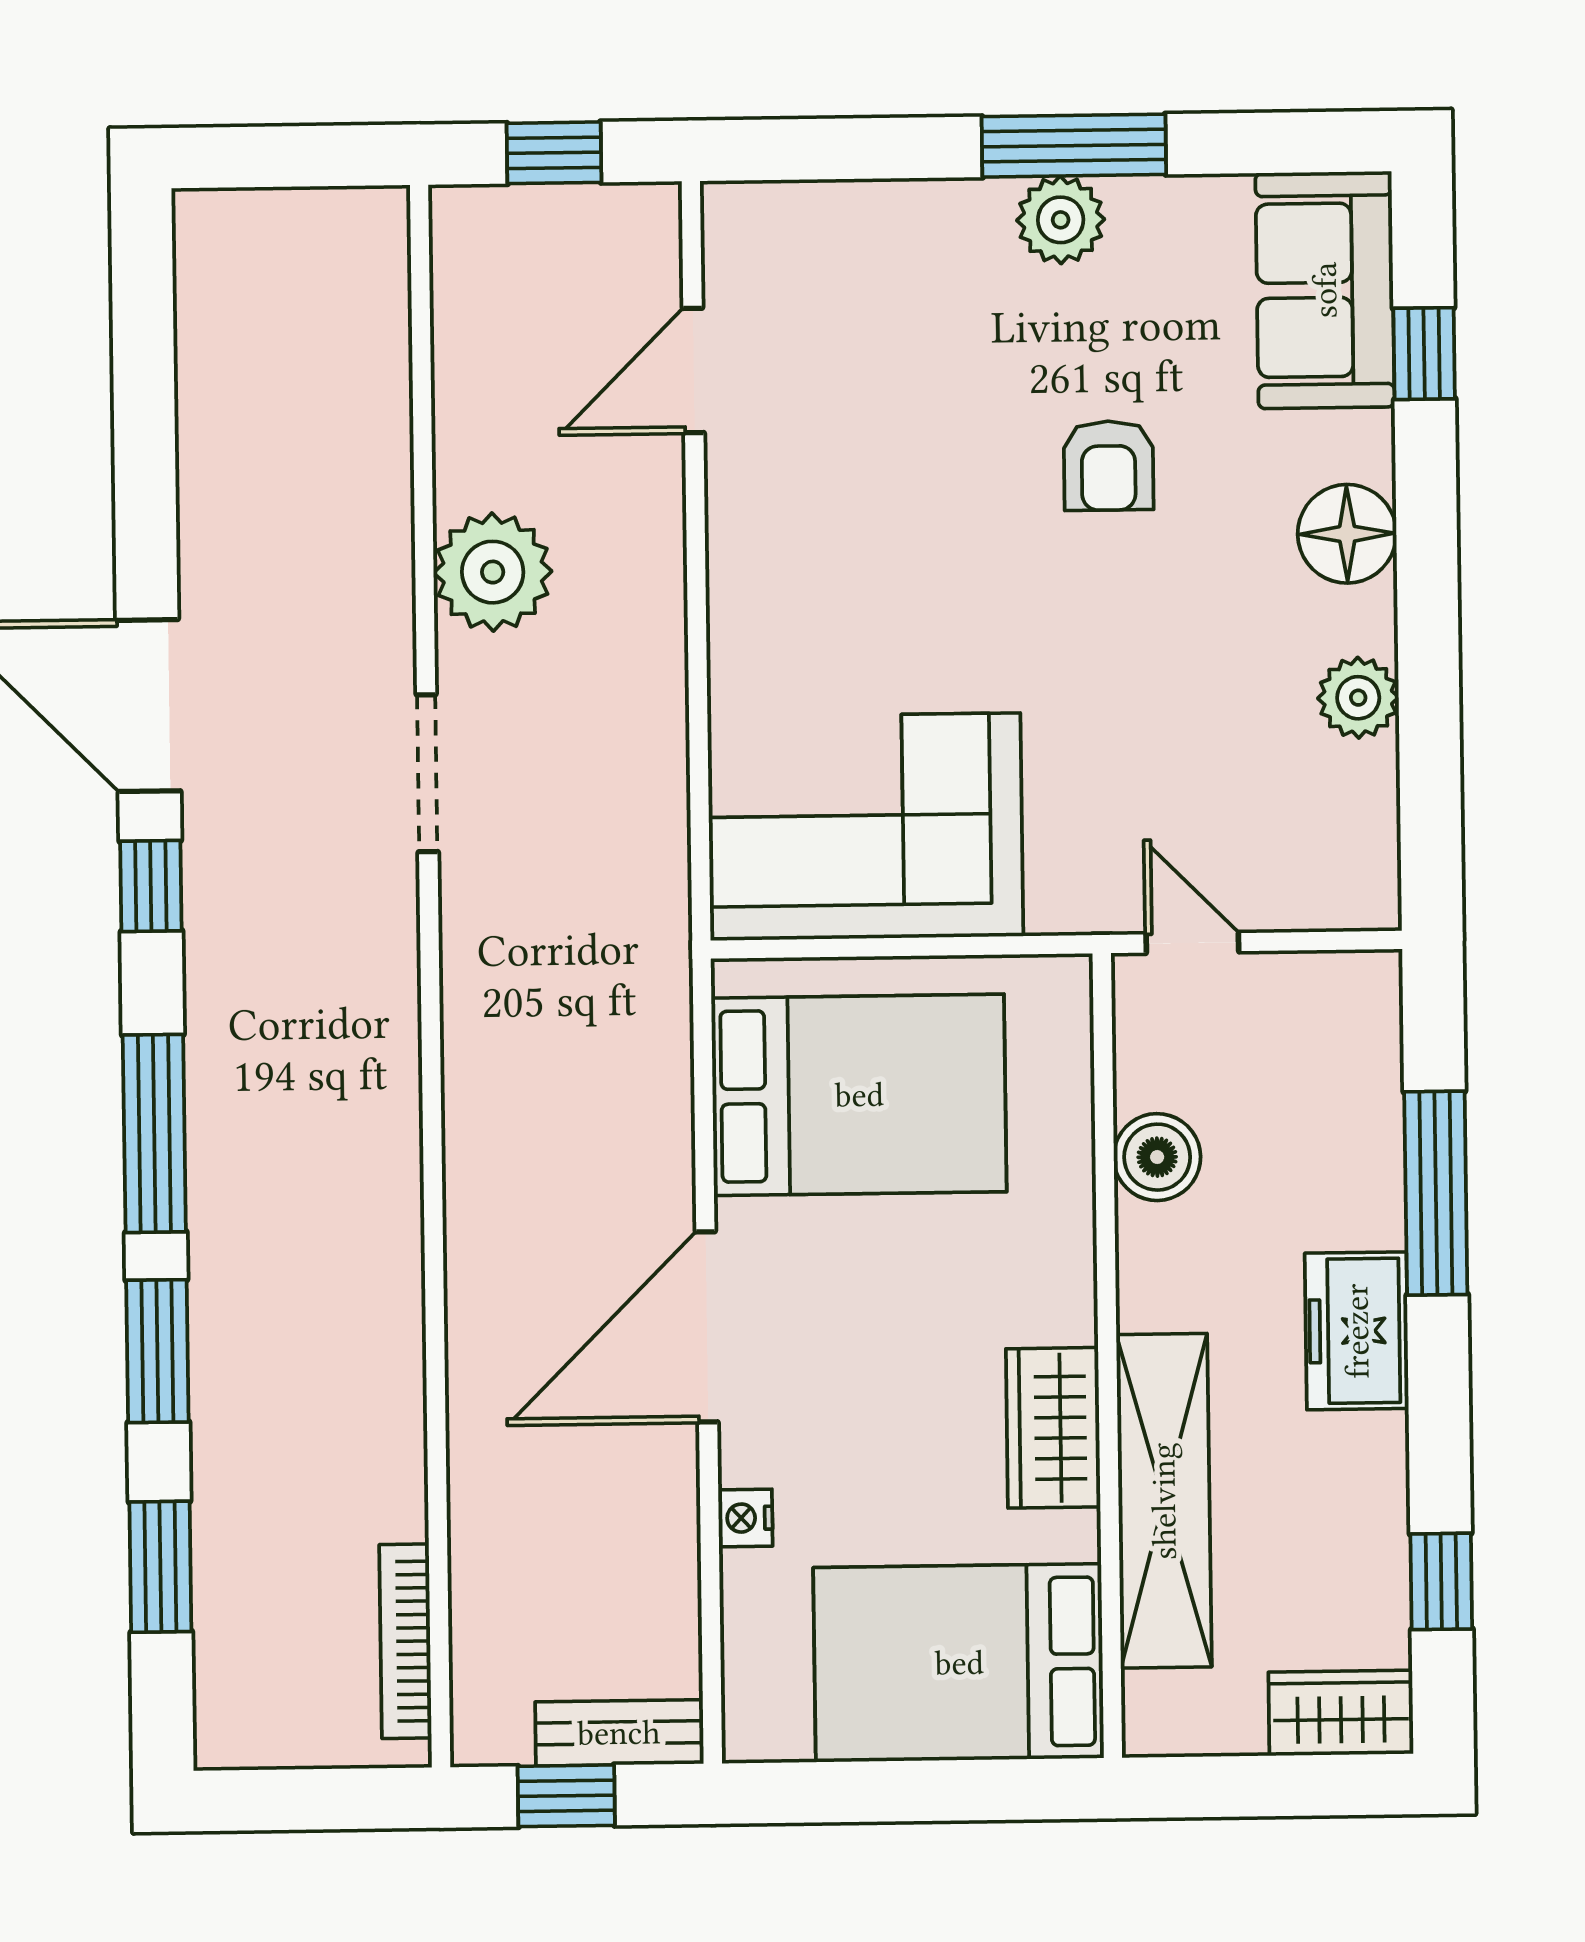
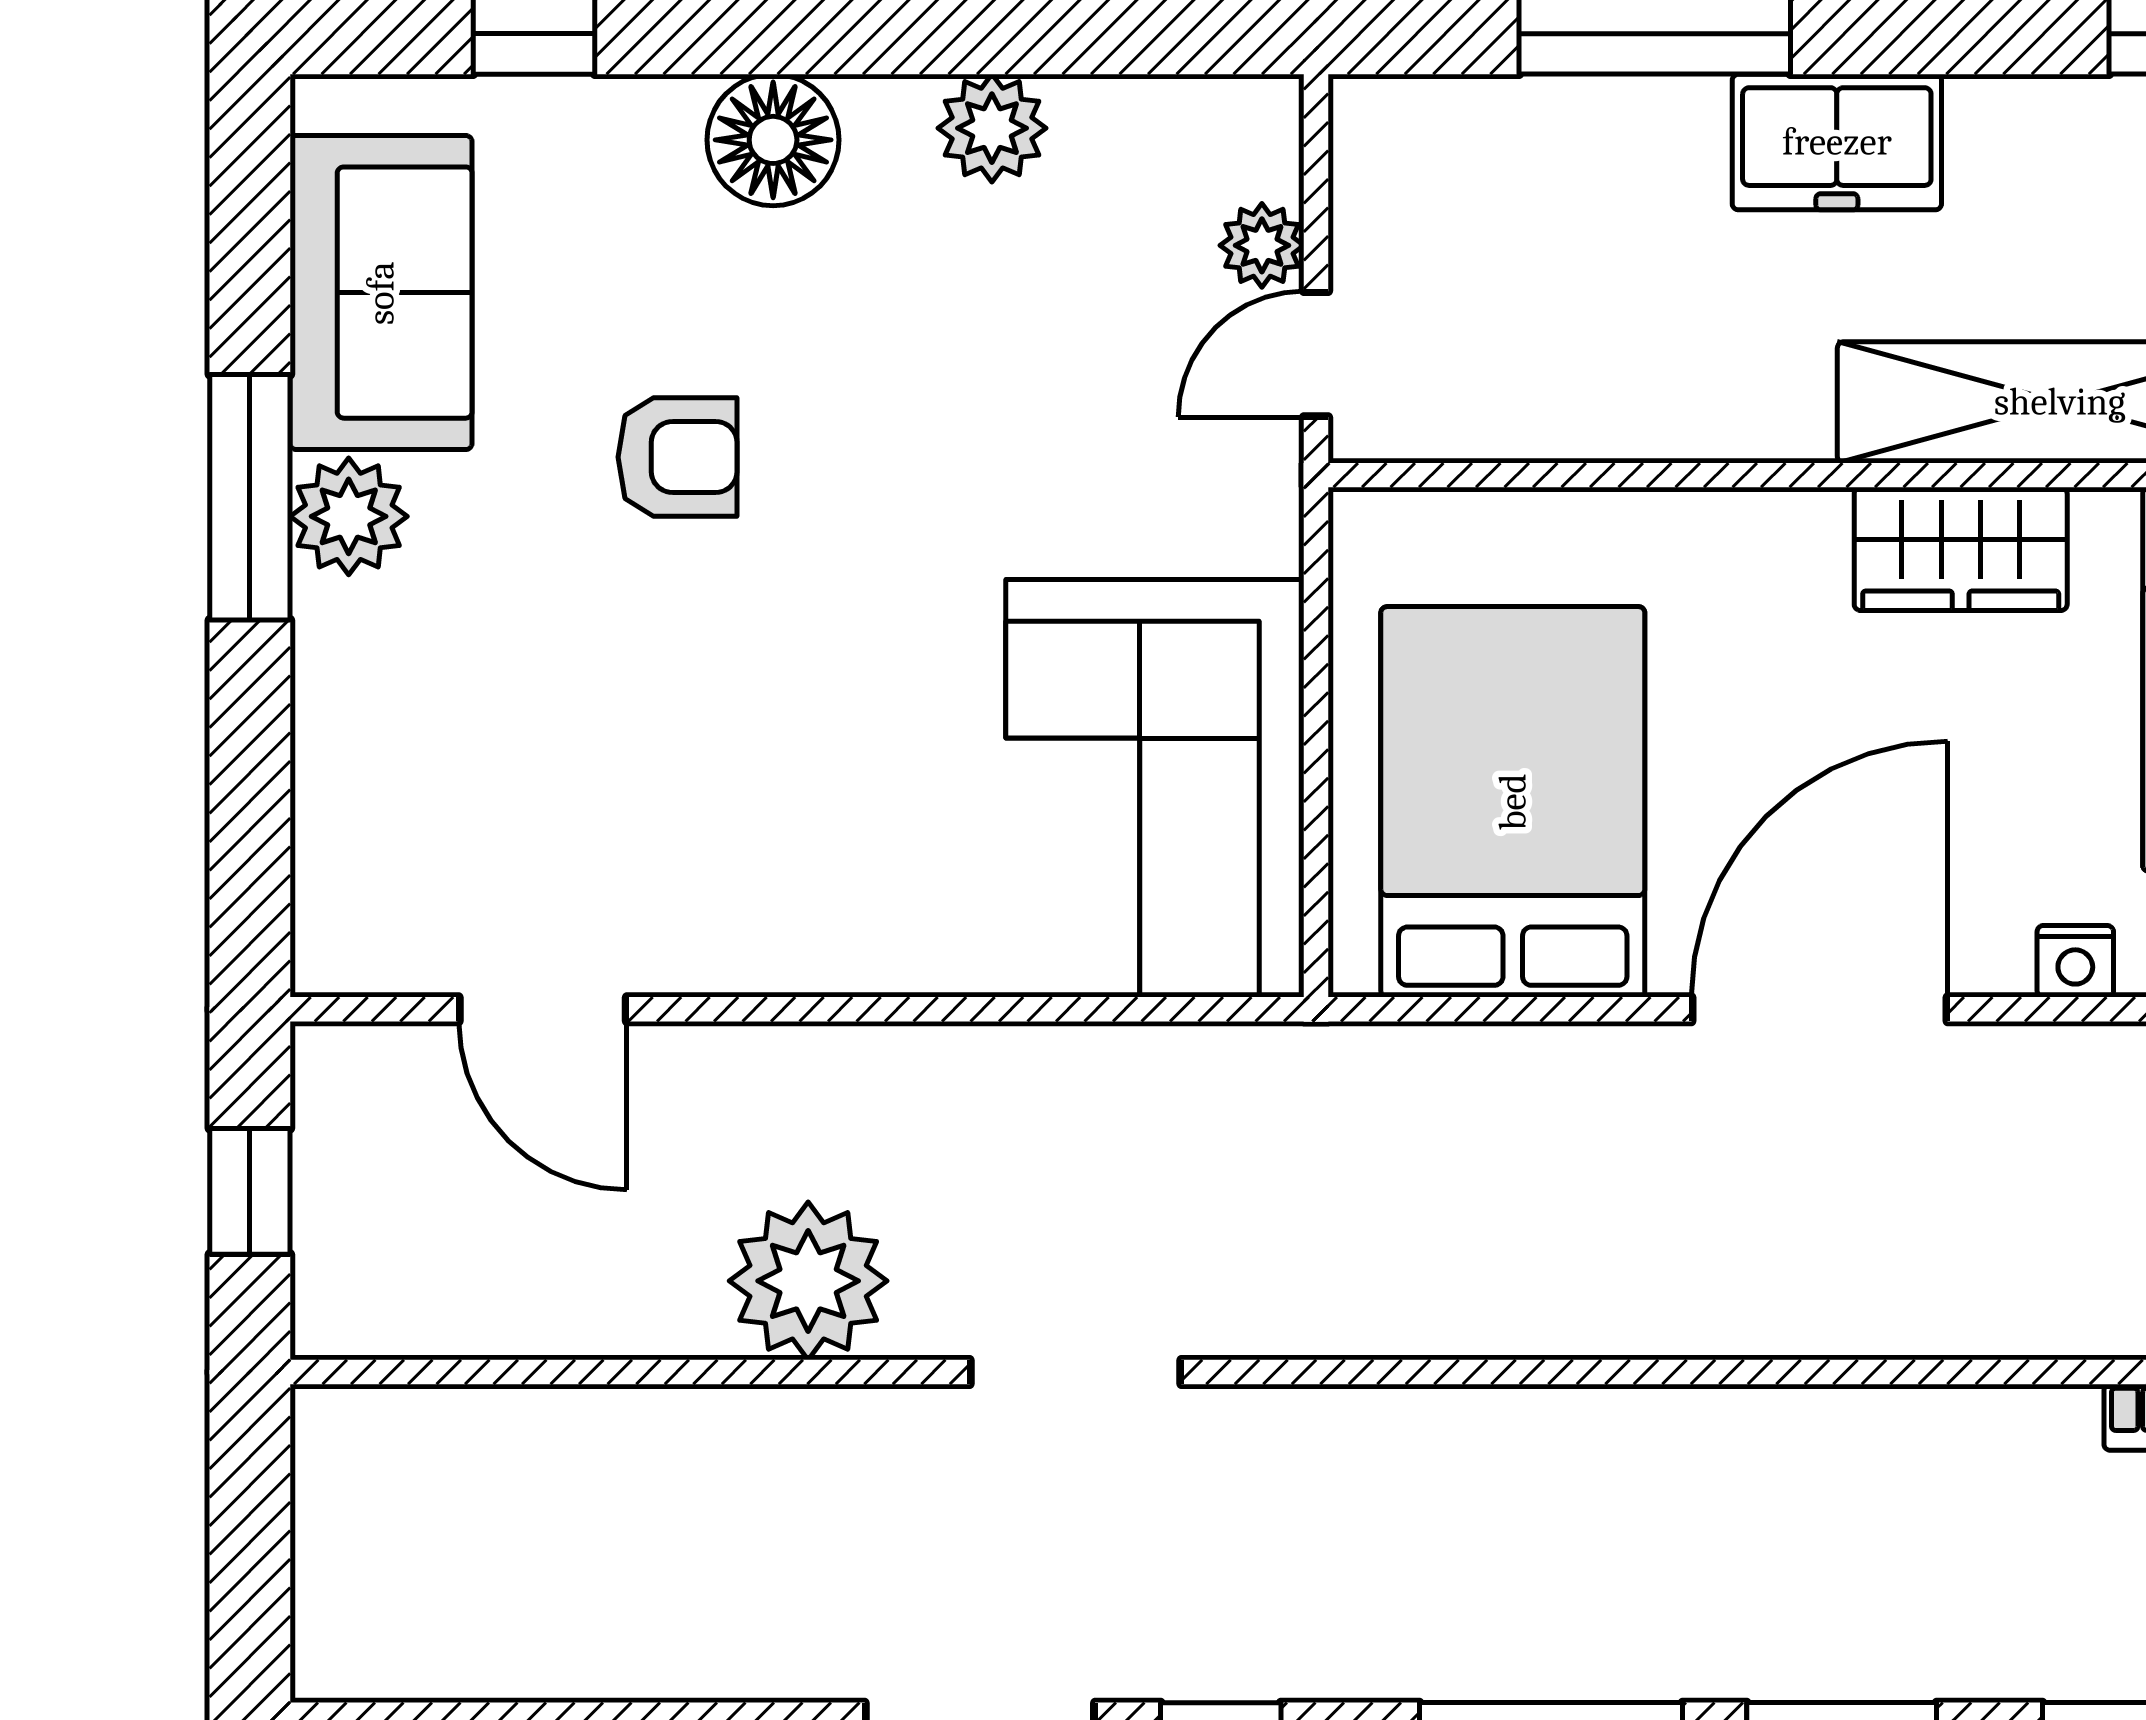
sofa: (1325, 290) -> (381, 293), moved, turned -90
plant: (1273, 901) -> (1262, 245), added
boiler: (1157, 1157) -> (1601, 405), removed
door: (707, 1327) -> (1819, 1009), swing flipped

